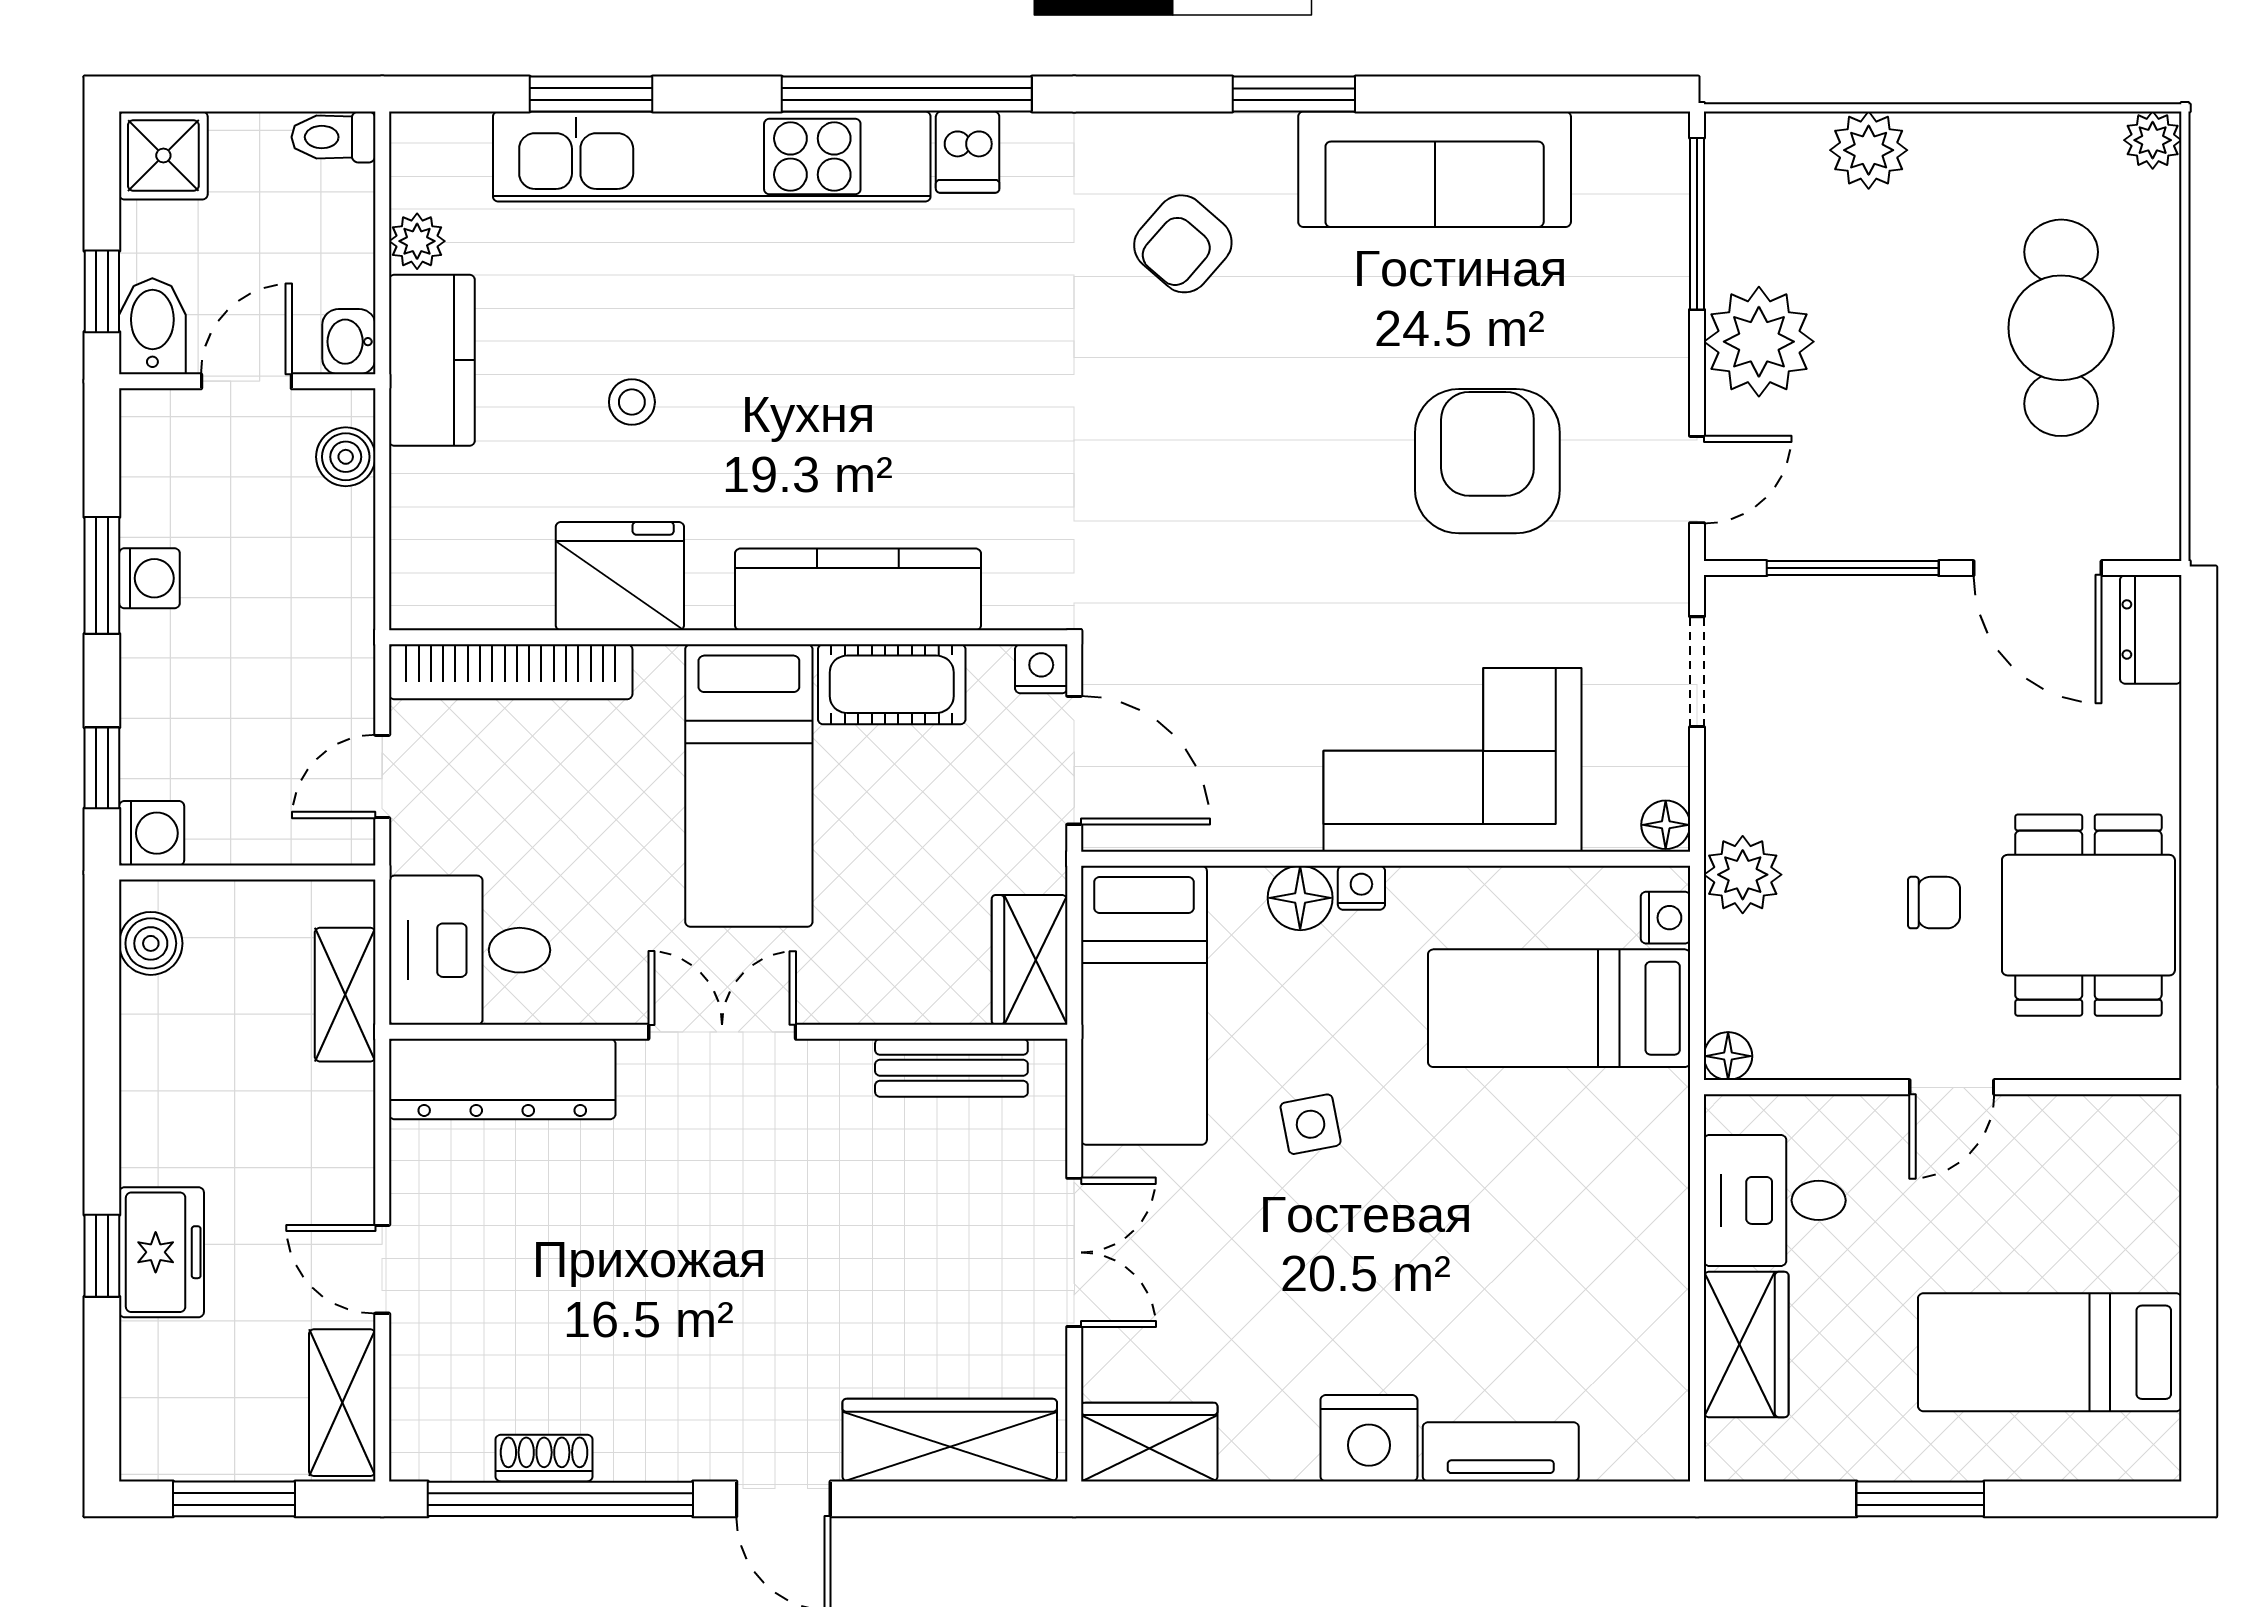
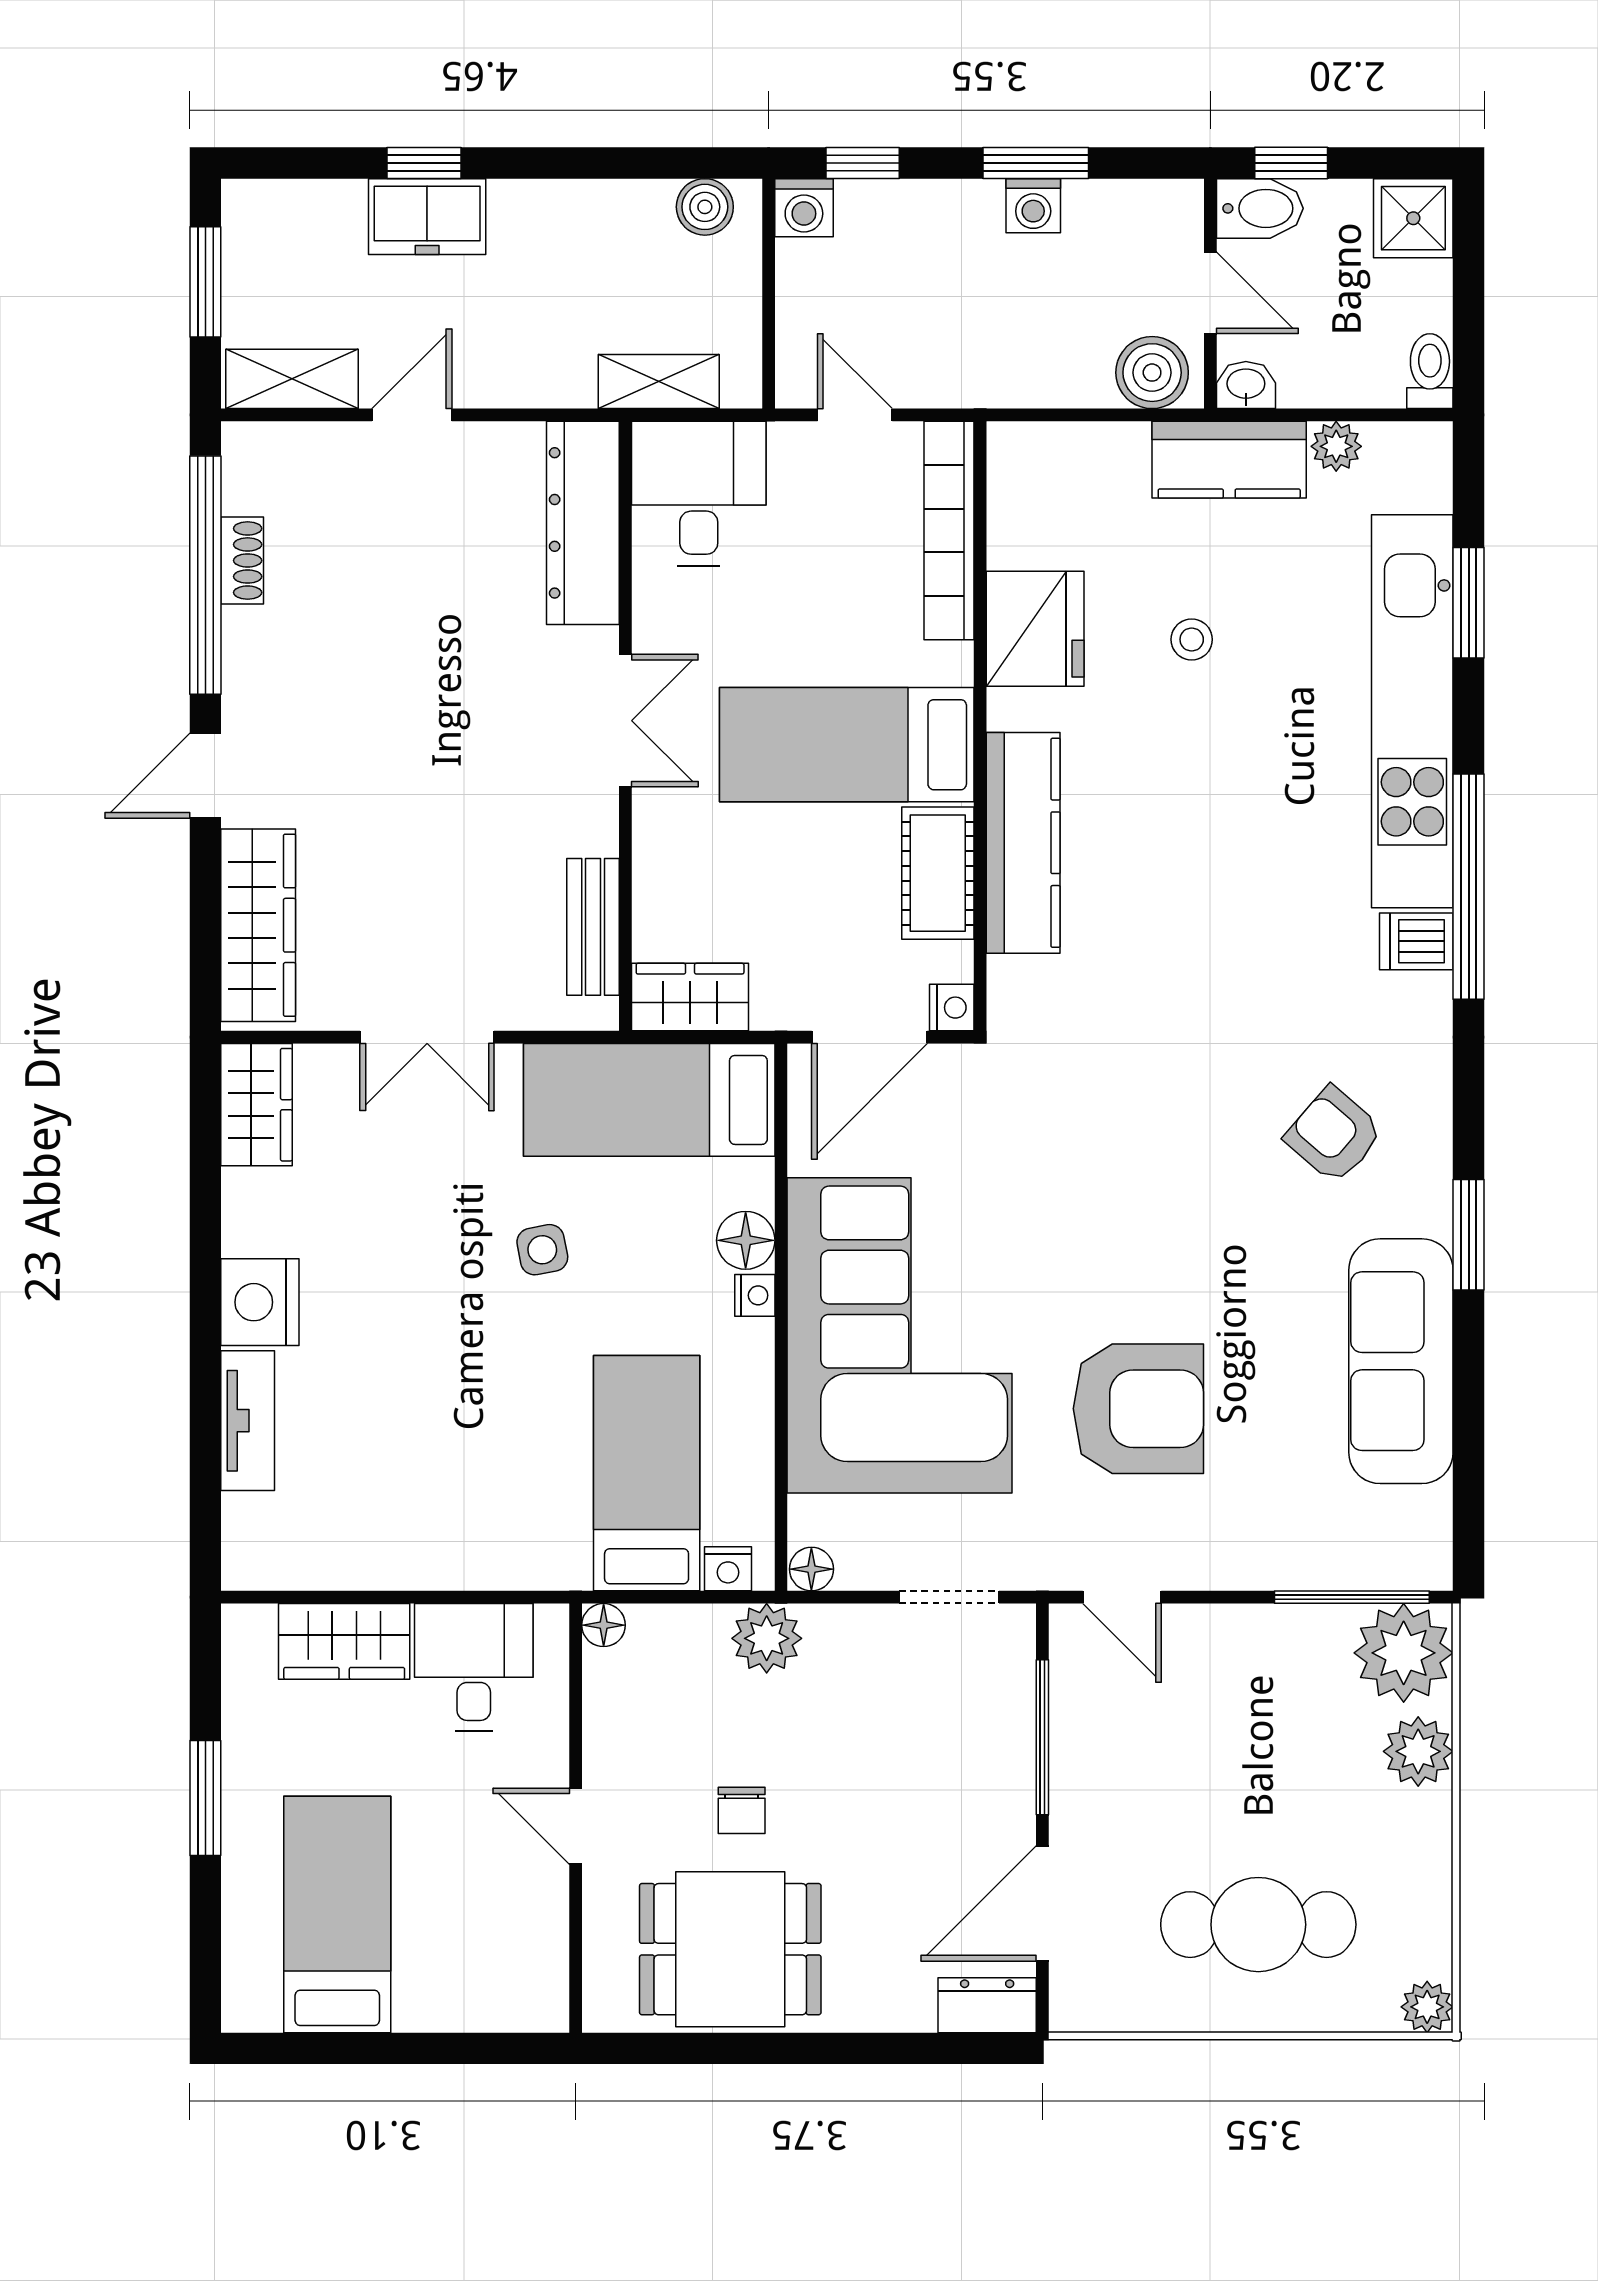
plant: (1759, 342) -> (1404, 1653), moved
boiler: (346, 457) -> (1152, 373), width x1.36, depth x1.36
corner sofa: (1453, 760) -> (900, 1335), width x1.36, depth x1.36

